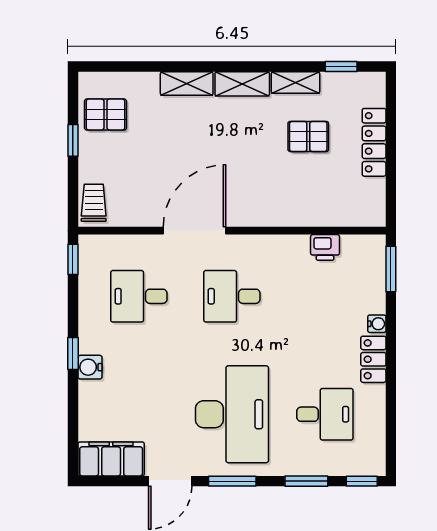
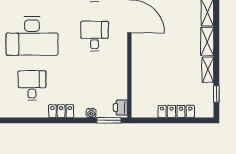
pallet: (308, 136) -> (179, 77), removed
printer: (325, 247) -> (120, 107), moved
water cooler: (377, 324) -> (91, 113), moved
desk: (325, 414) -> (32, 85), turned 180

